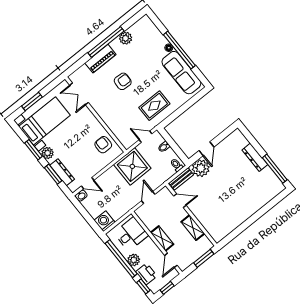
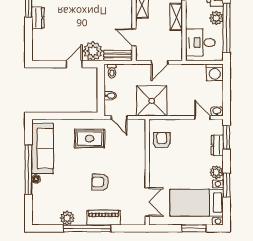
armchair: (103, 145) -> (162, 140), turned 180
dresser: (255, 157) -> (38, 18), width x0.70
dresser: (62, 172) -> (217, 145), width x0.70
window: (53, 174) -> (226, 137), moved

